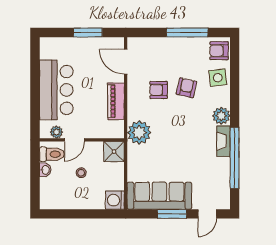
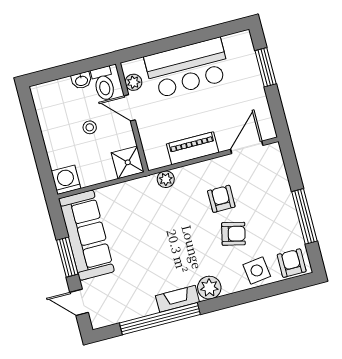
window: (88, 32) -> (266, 67), moved
plant: (139, 133) -> (166, 179), width x0.53, depth x0.53

